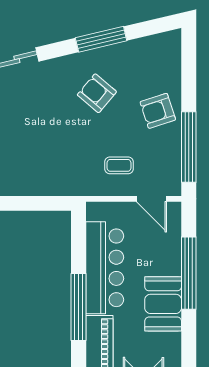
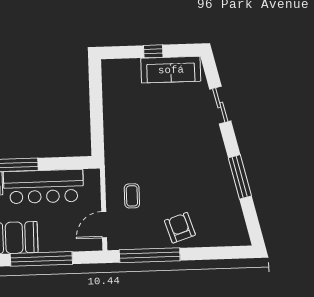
armchair: (97, 93) -> (193, 175), removed

